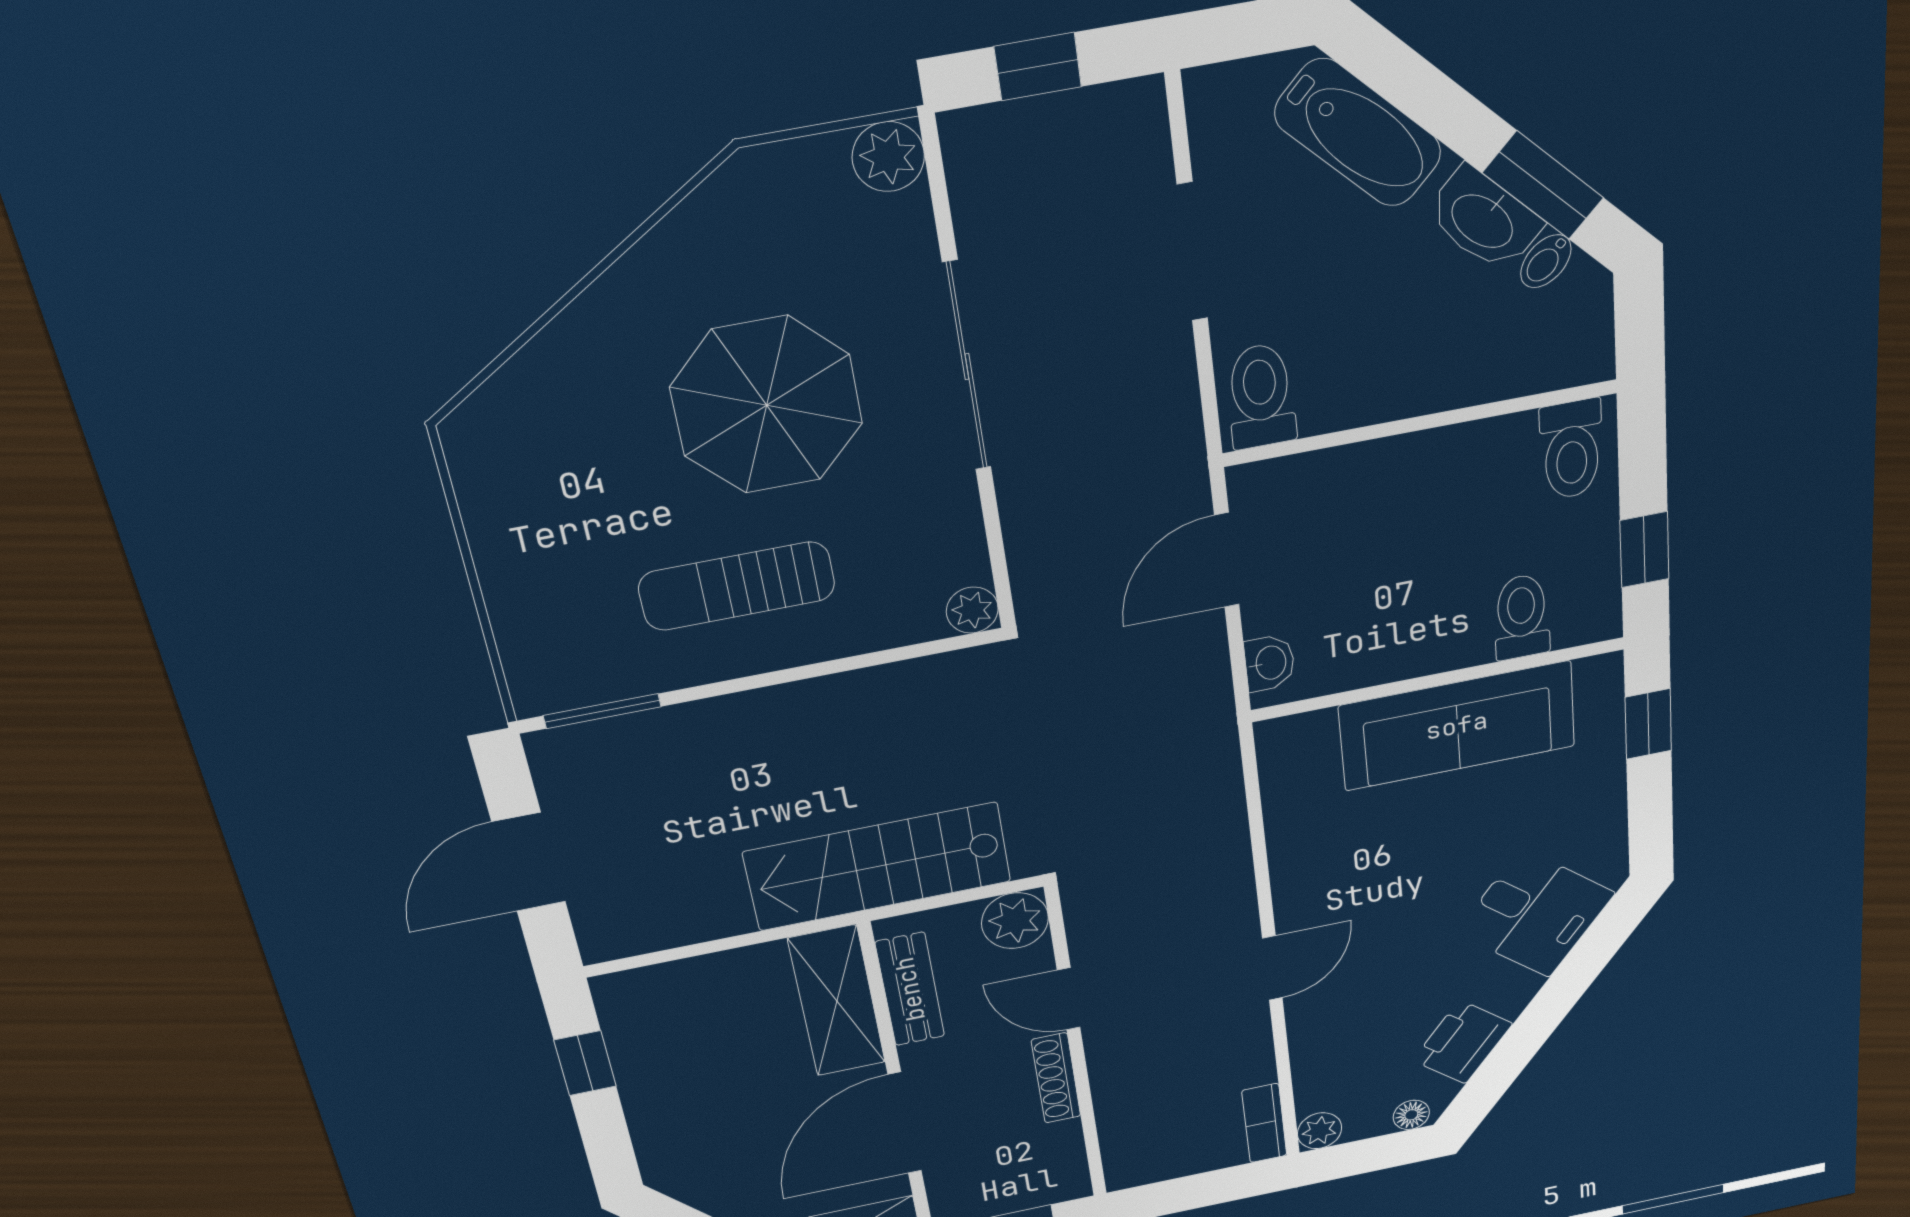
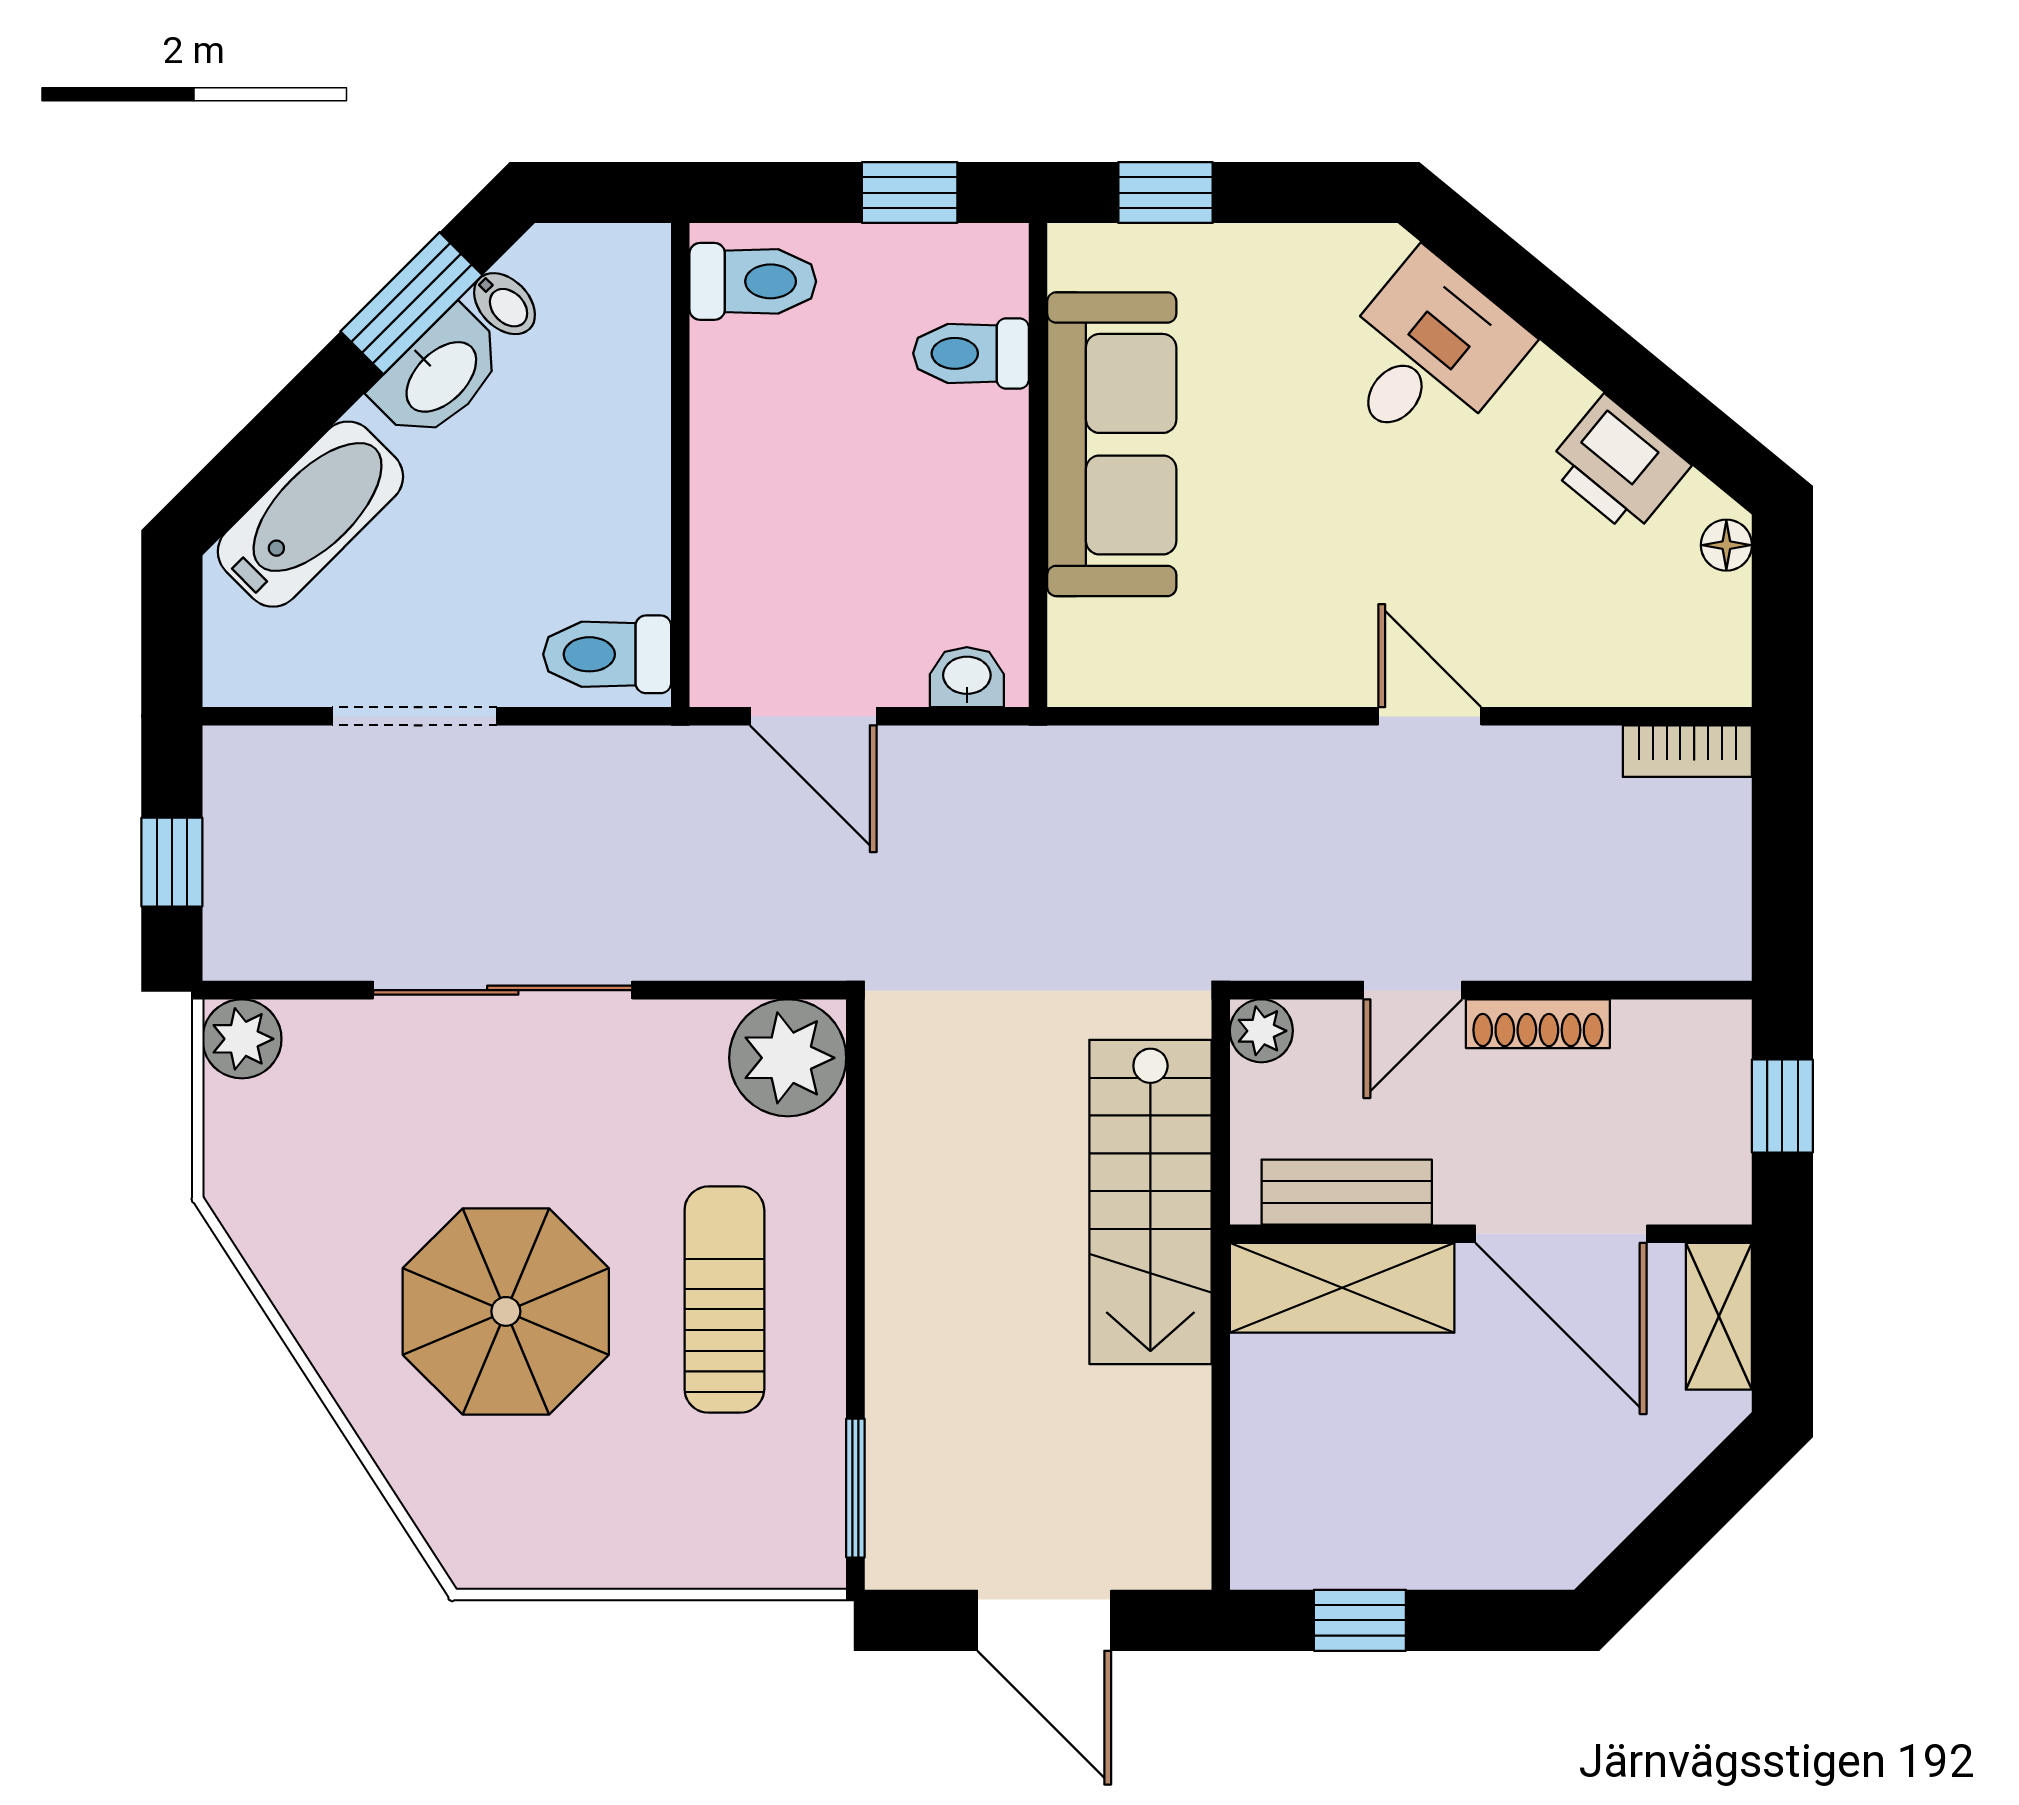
parasol: (767, 405) -> (506, 1311), moved
sun lounger: (737, 586) -> (724, 1300), turned 180
plant: (972, 610) -> (788, 1058), width x1.87, depth x1.87
plant: (1015, 921) -> (1261, 1031), width x0.73, depth x0.73
plant: (1320, 1131) -> (1721, 676), removed

